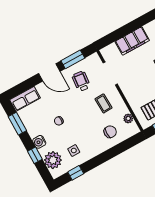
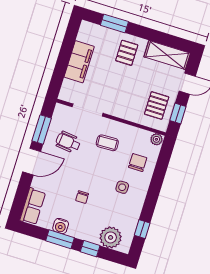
plant: (128, 118) -> (156, 139), moved
window: (17, 124) -> (60, 239), moved
water cooler: (39, 142) -> (61, 226), moved
side table: (74, 150) -> (122, 187), moved

